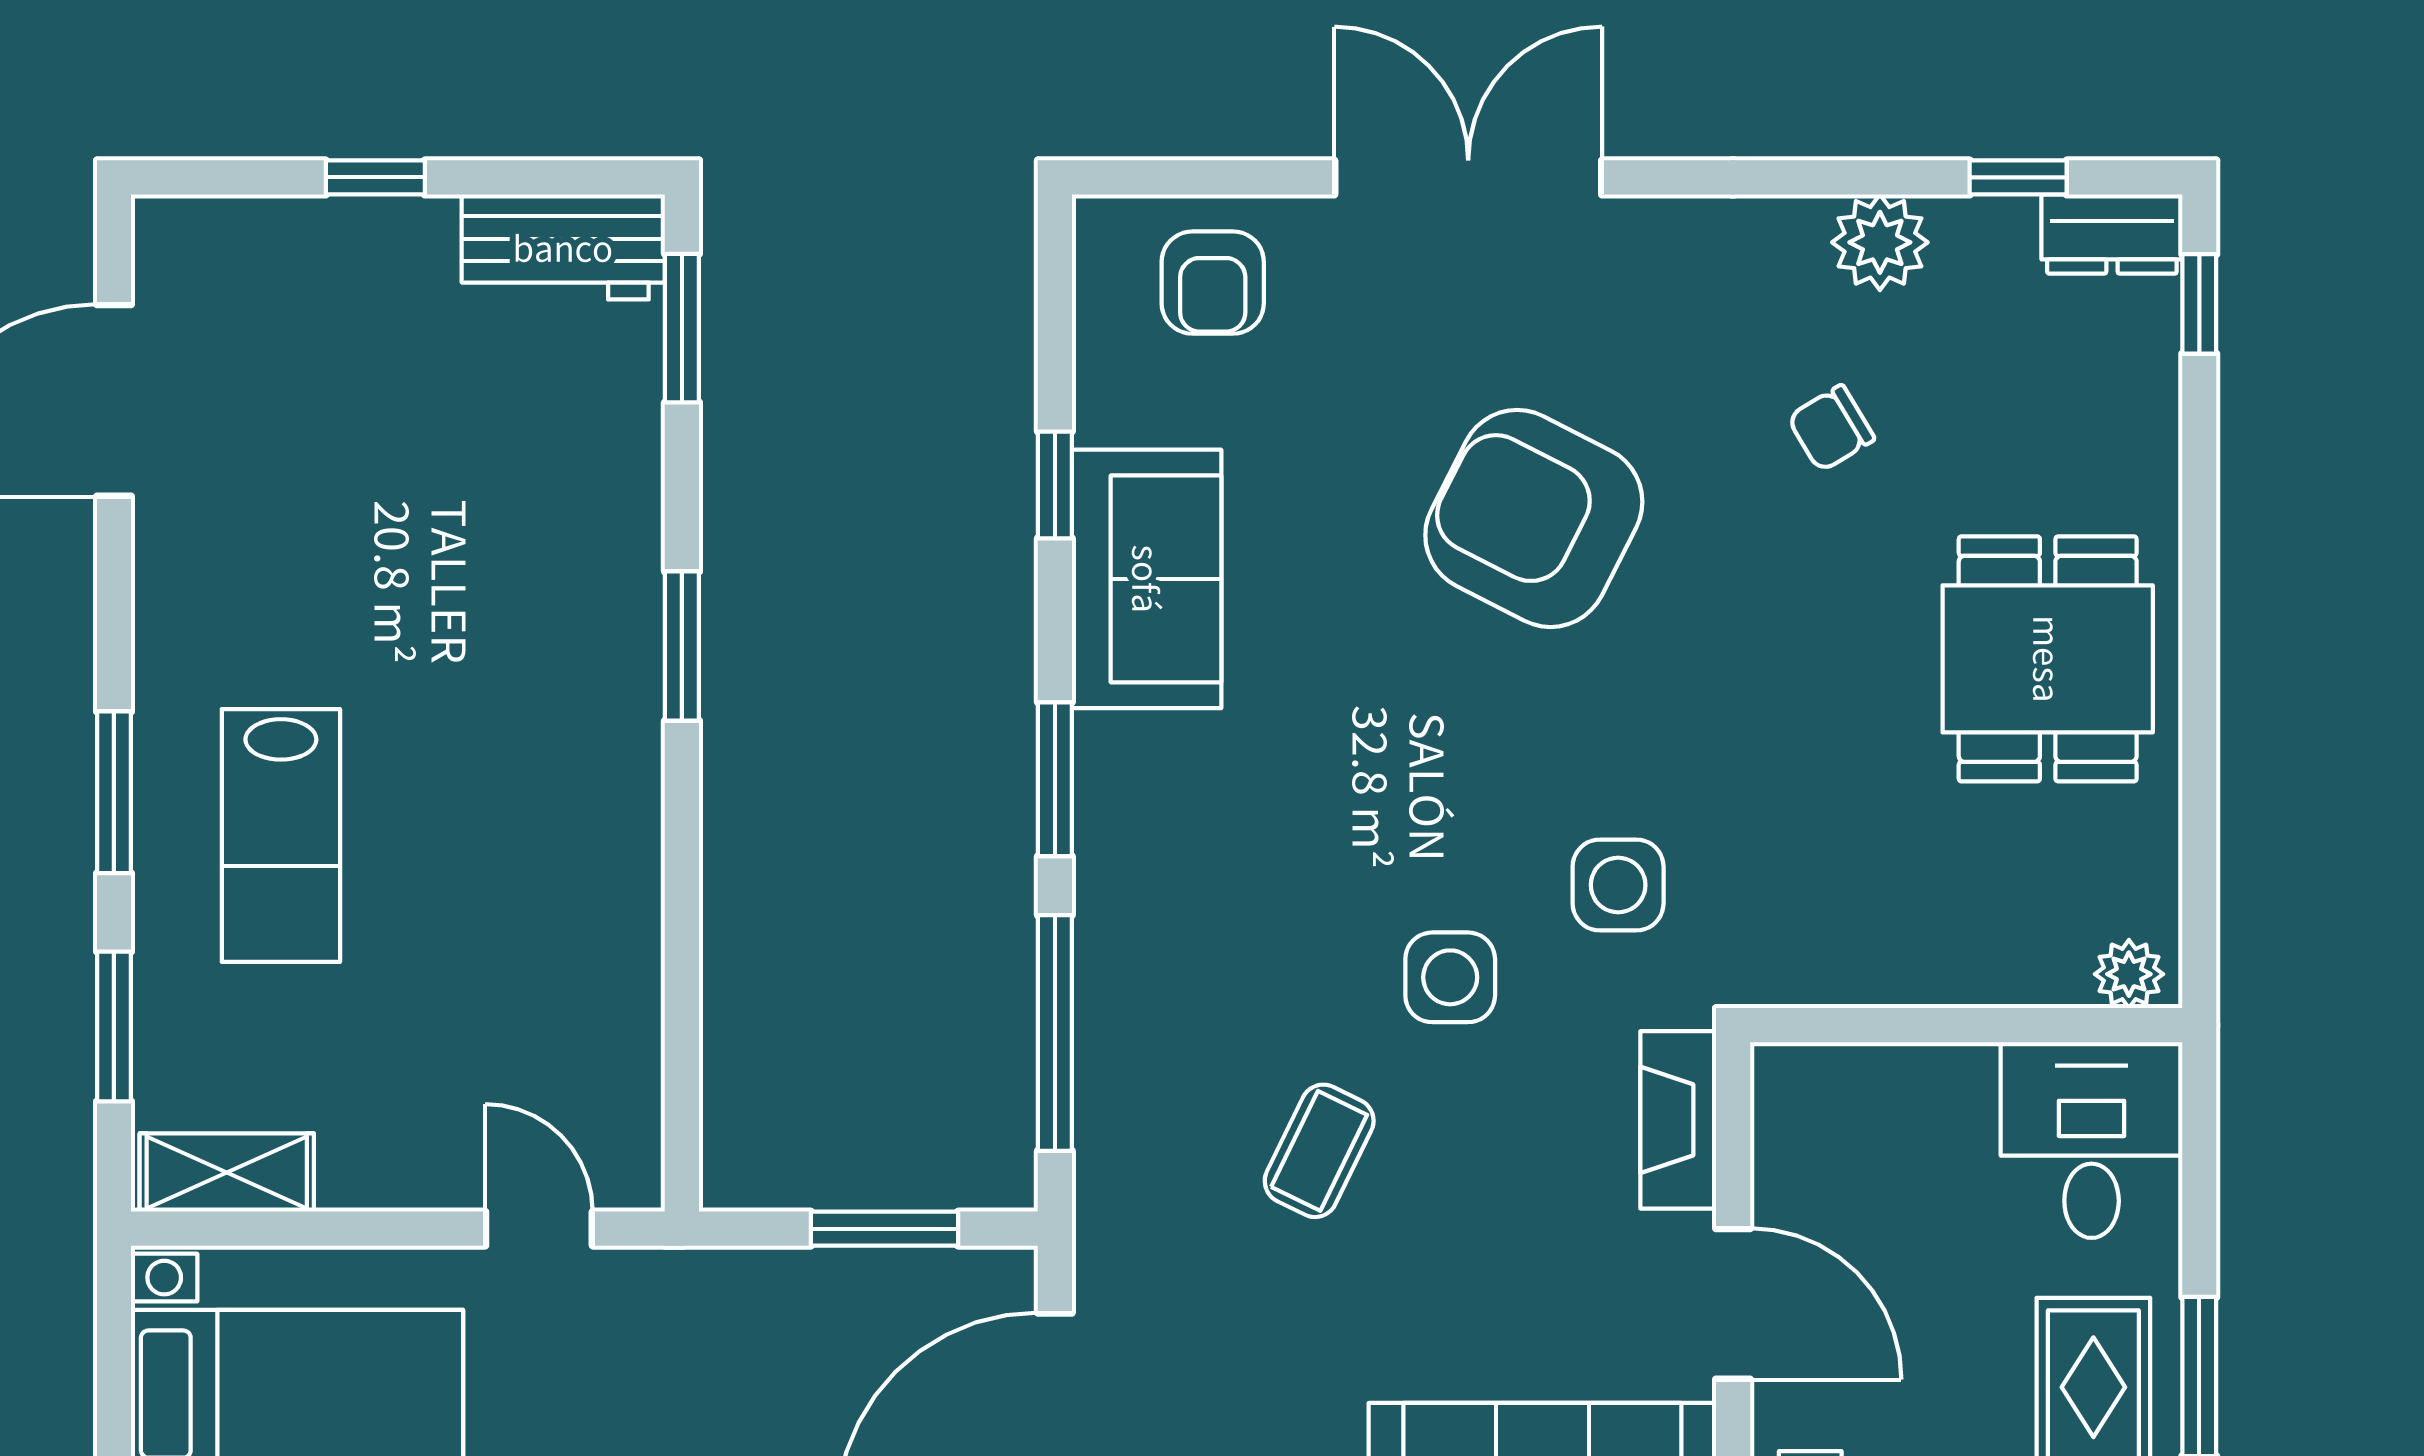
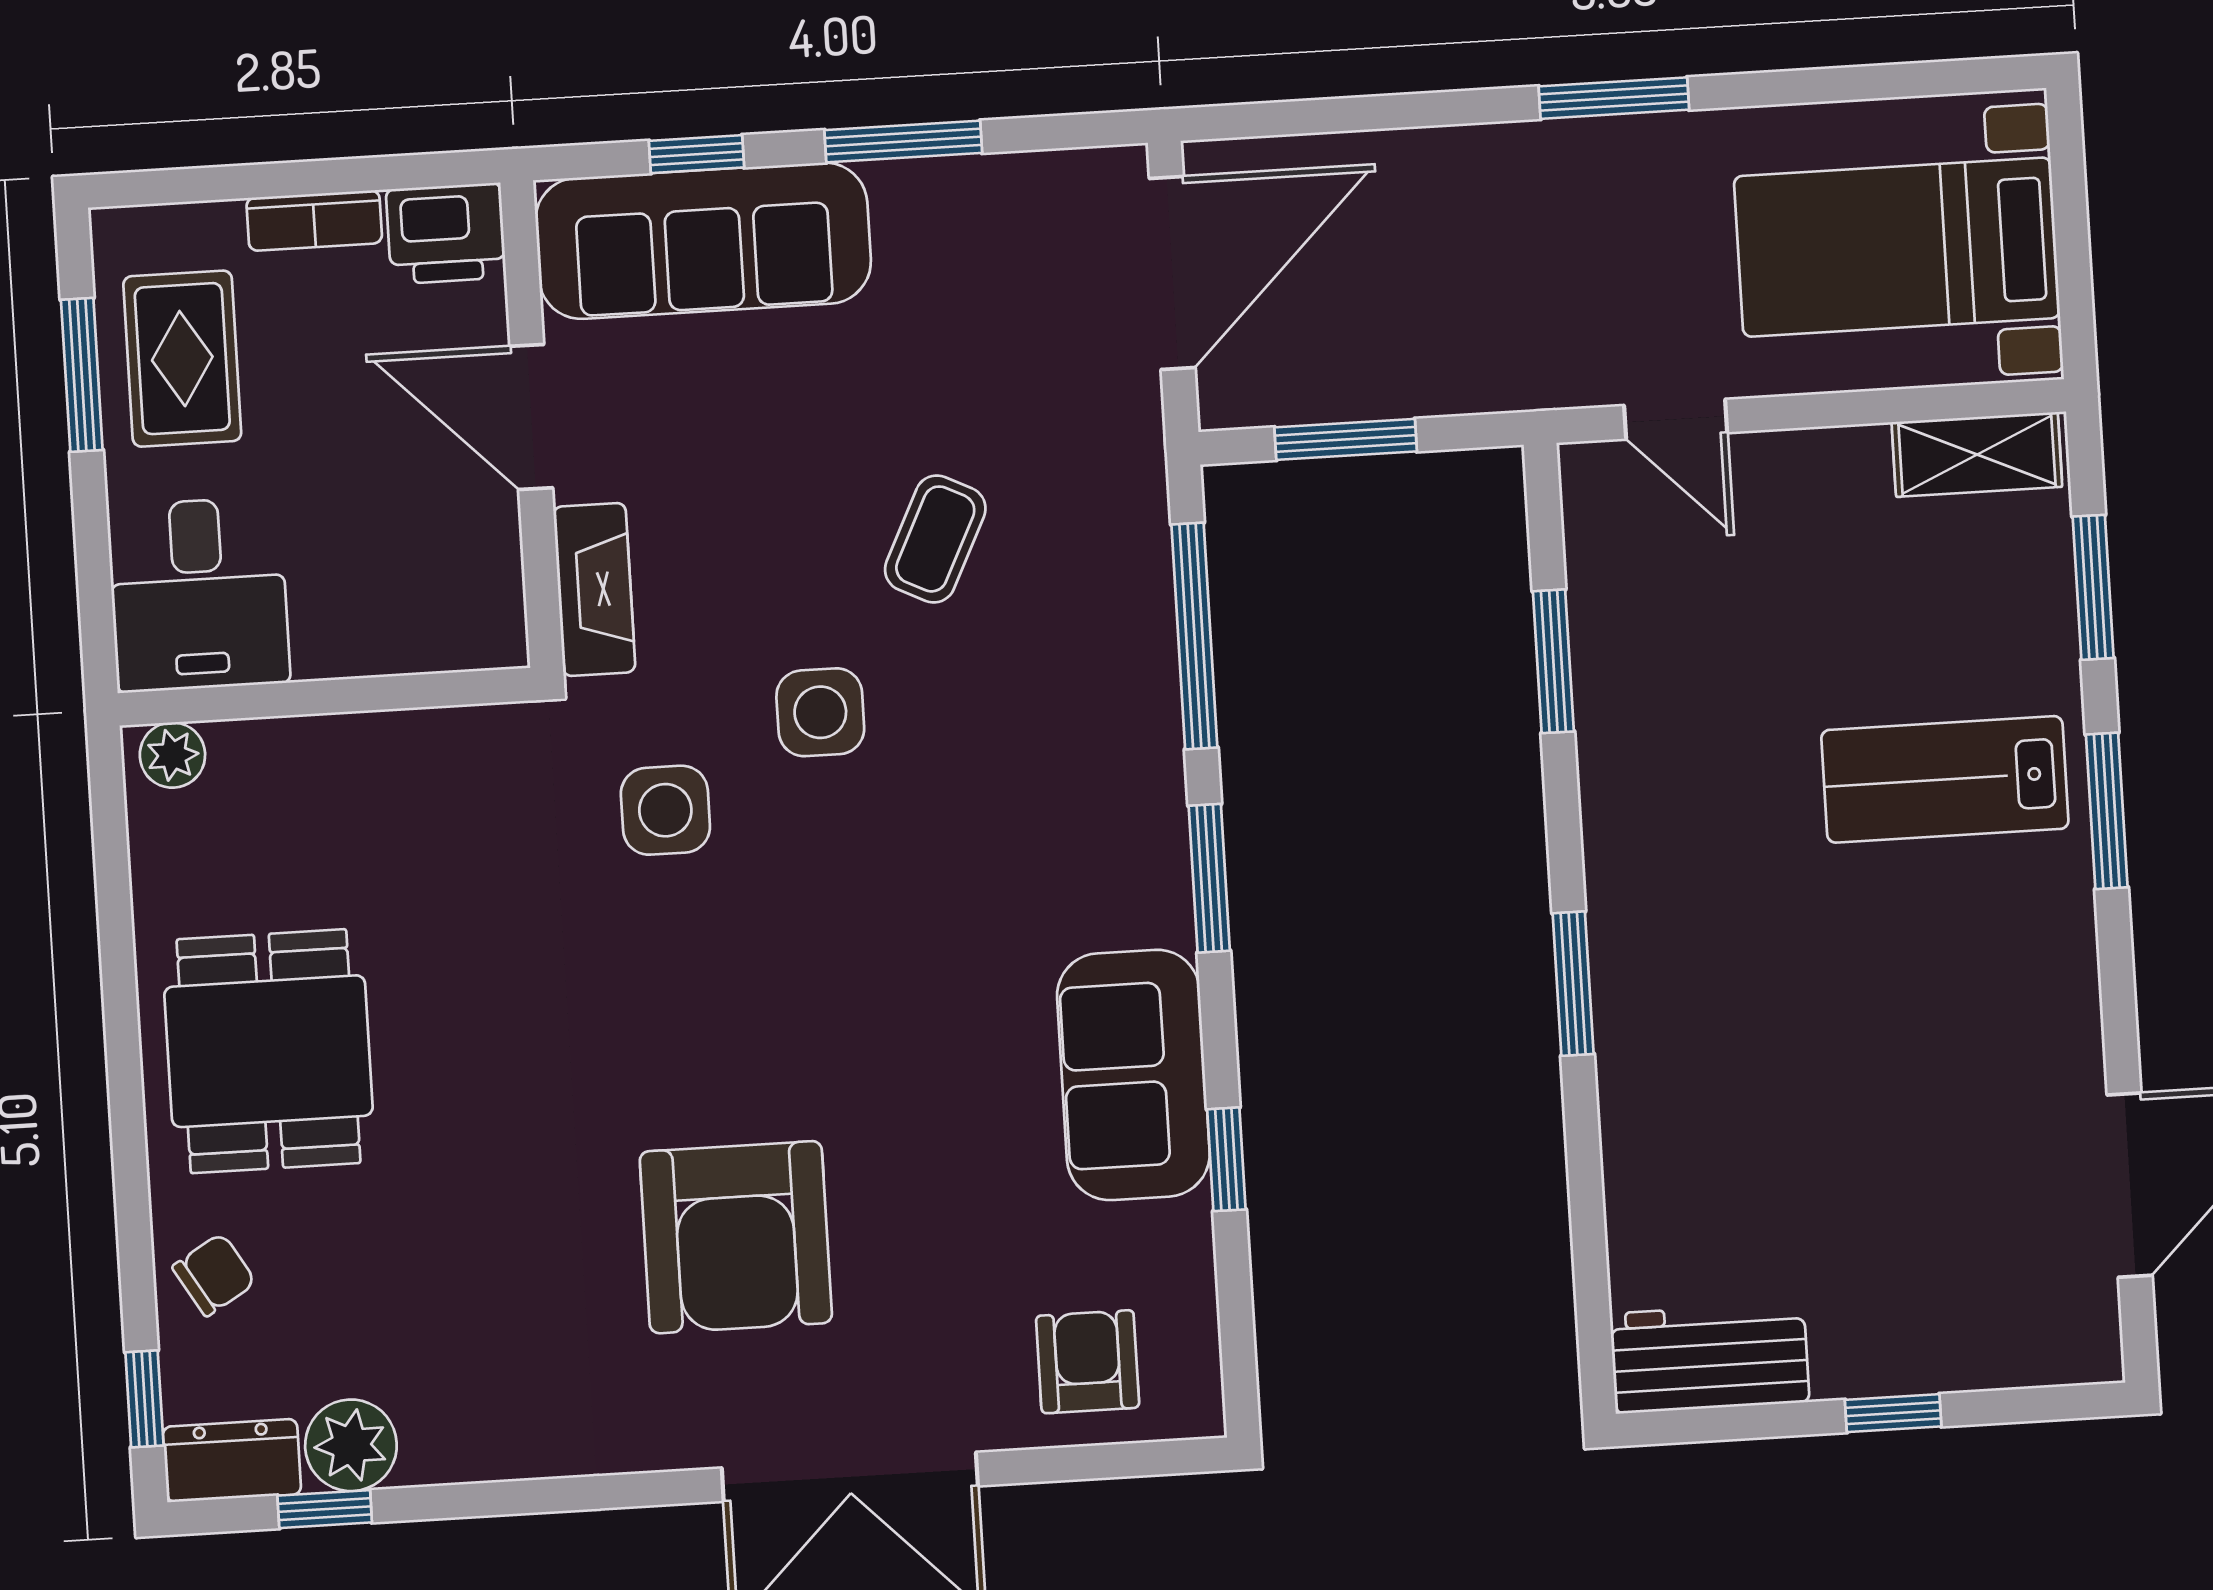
plant: (1880, 242) -> (351, 1445), moved
window: (682, 328) -> (1553, 661), moved
chair: (1831, 428) -> (214, 1275), moved
armchair: (1534, 518) -> (736, 1237), moved, turned 63
lab bench: (281, 836) -> (1945, 779), turned -90

